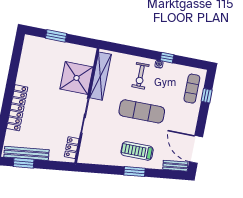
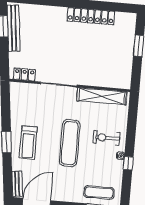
shower: (76, 78) -> (97, 72), removed
locker: (17, 108) -> (91, 16), moved
treadmill: (137, 151) -> (28, 143), turned 180

